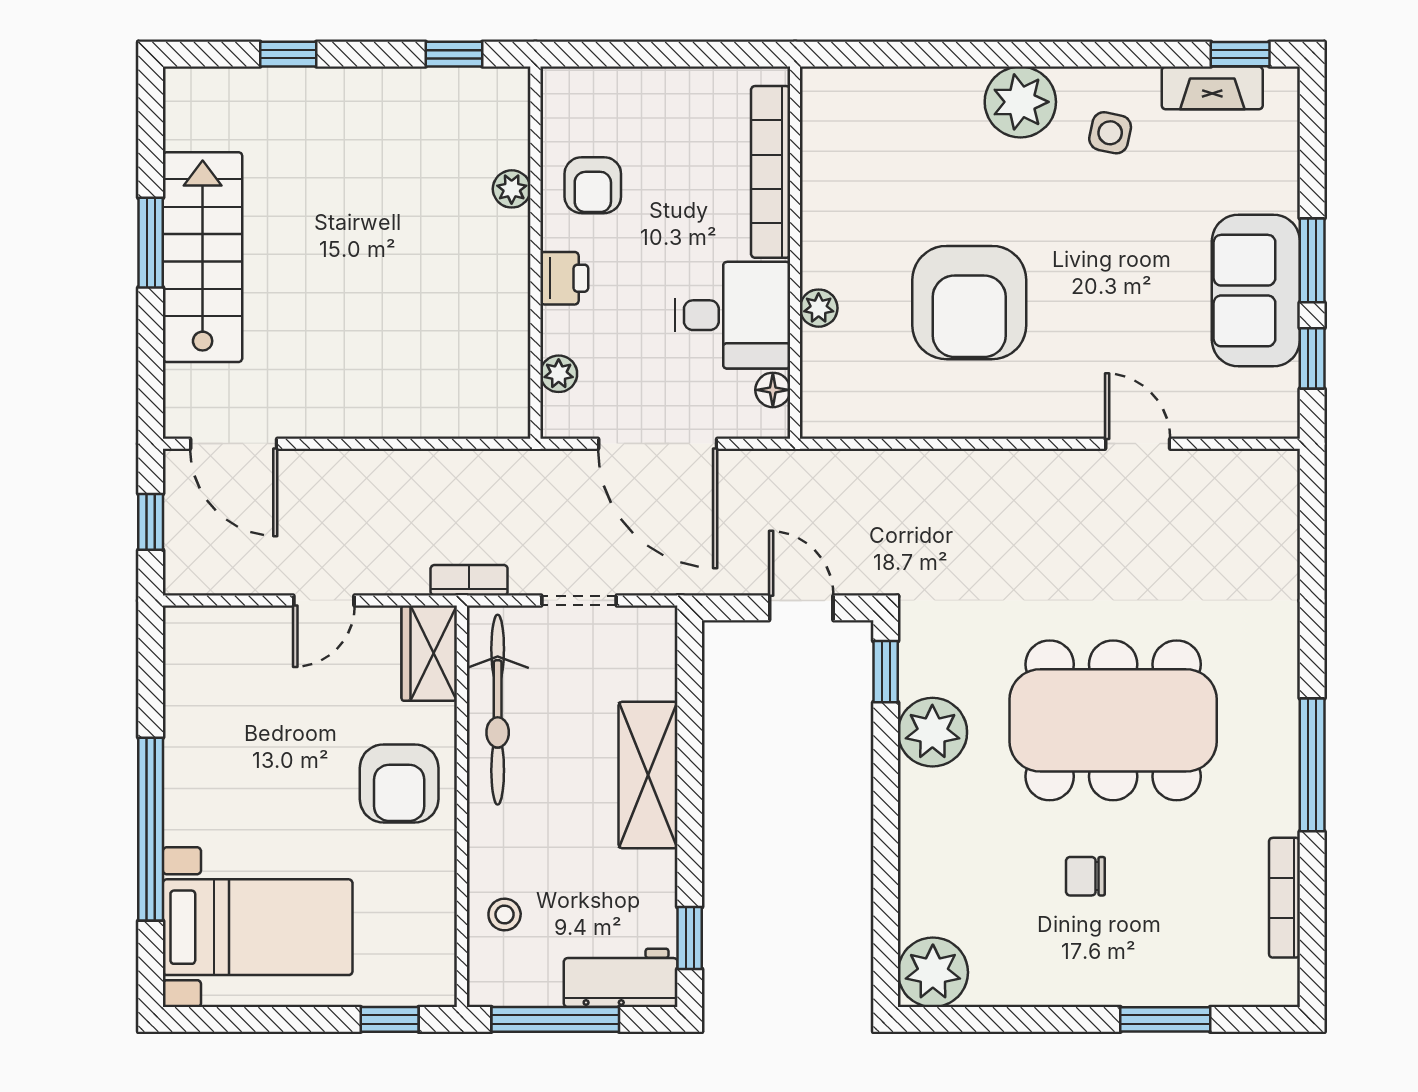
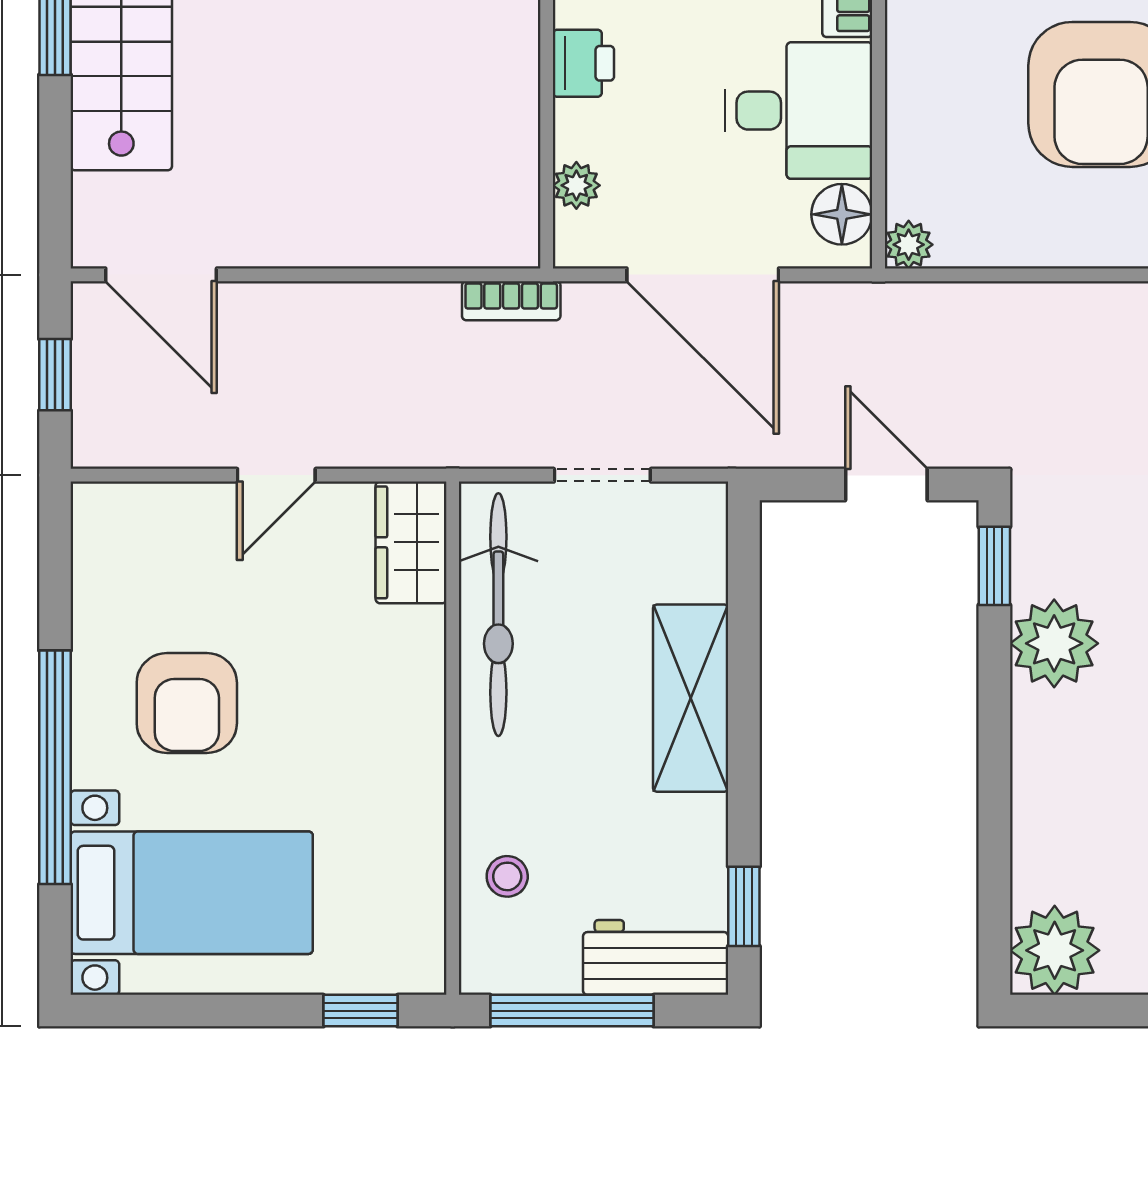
plant: (819, 308) -> (909, 245), moved
floor lamp: (773, 390) -> (842, 214), width x1.37, depth x1.37
bookcase: (469, 580) -> (511, 301), moved, turned 180
armchair: (399, 783) -> (187, 703), moved

